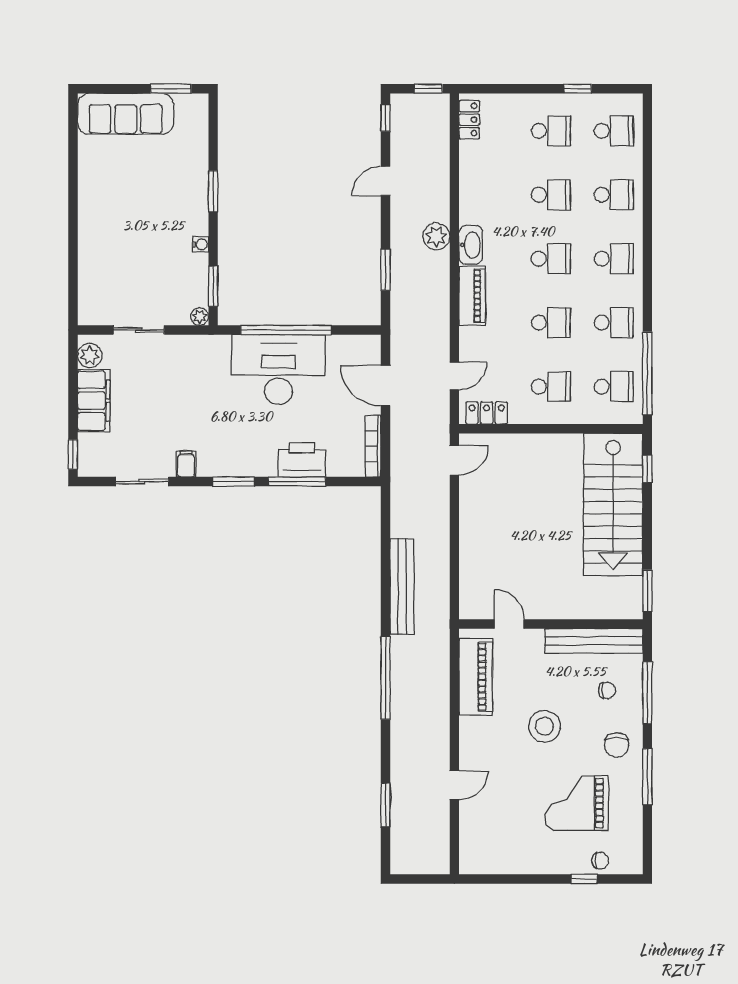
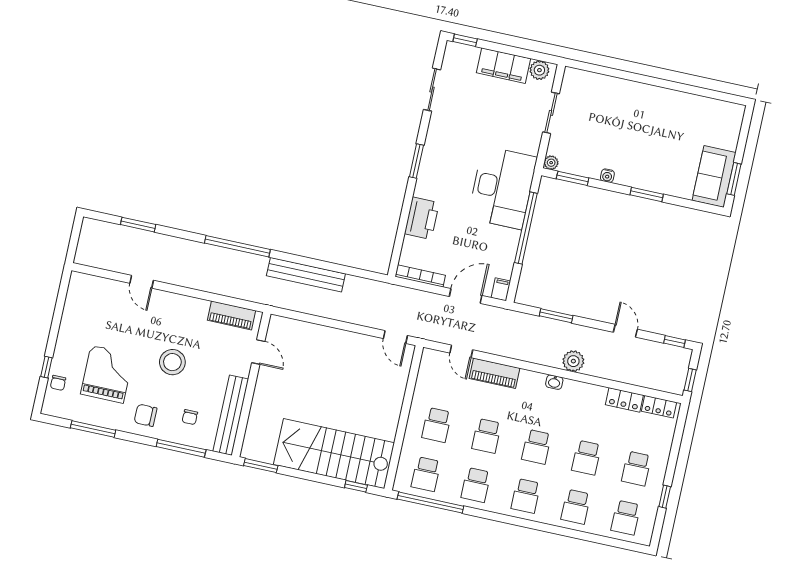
sofa: (126, 114) -> (714, 176), moved, width x0.73
washbasin: (471, 245) -> (554, 382), width x0.52, depth x0.69
piano: (472, 296) -> (495, 373), moved
desk: (278, 370) -> (502, 188), moved
locker: (487, 413) -> (624, 400), moved, turned 90
filing cabinet: (186, 464) -> (501, 289), moved, turned -90
window: (297, 482) -> (406, 211), removed
door: (509, 624) -> (258, 352), hinge flipped
piano: (476, 677) -> (231, 315), width x0.73, depth x0.75
window: (647, 777) -> (93, 429), moved

